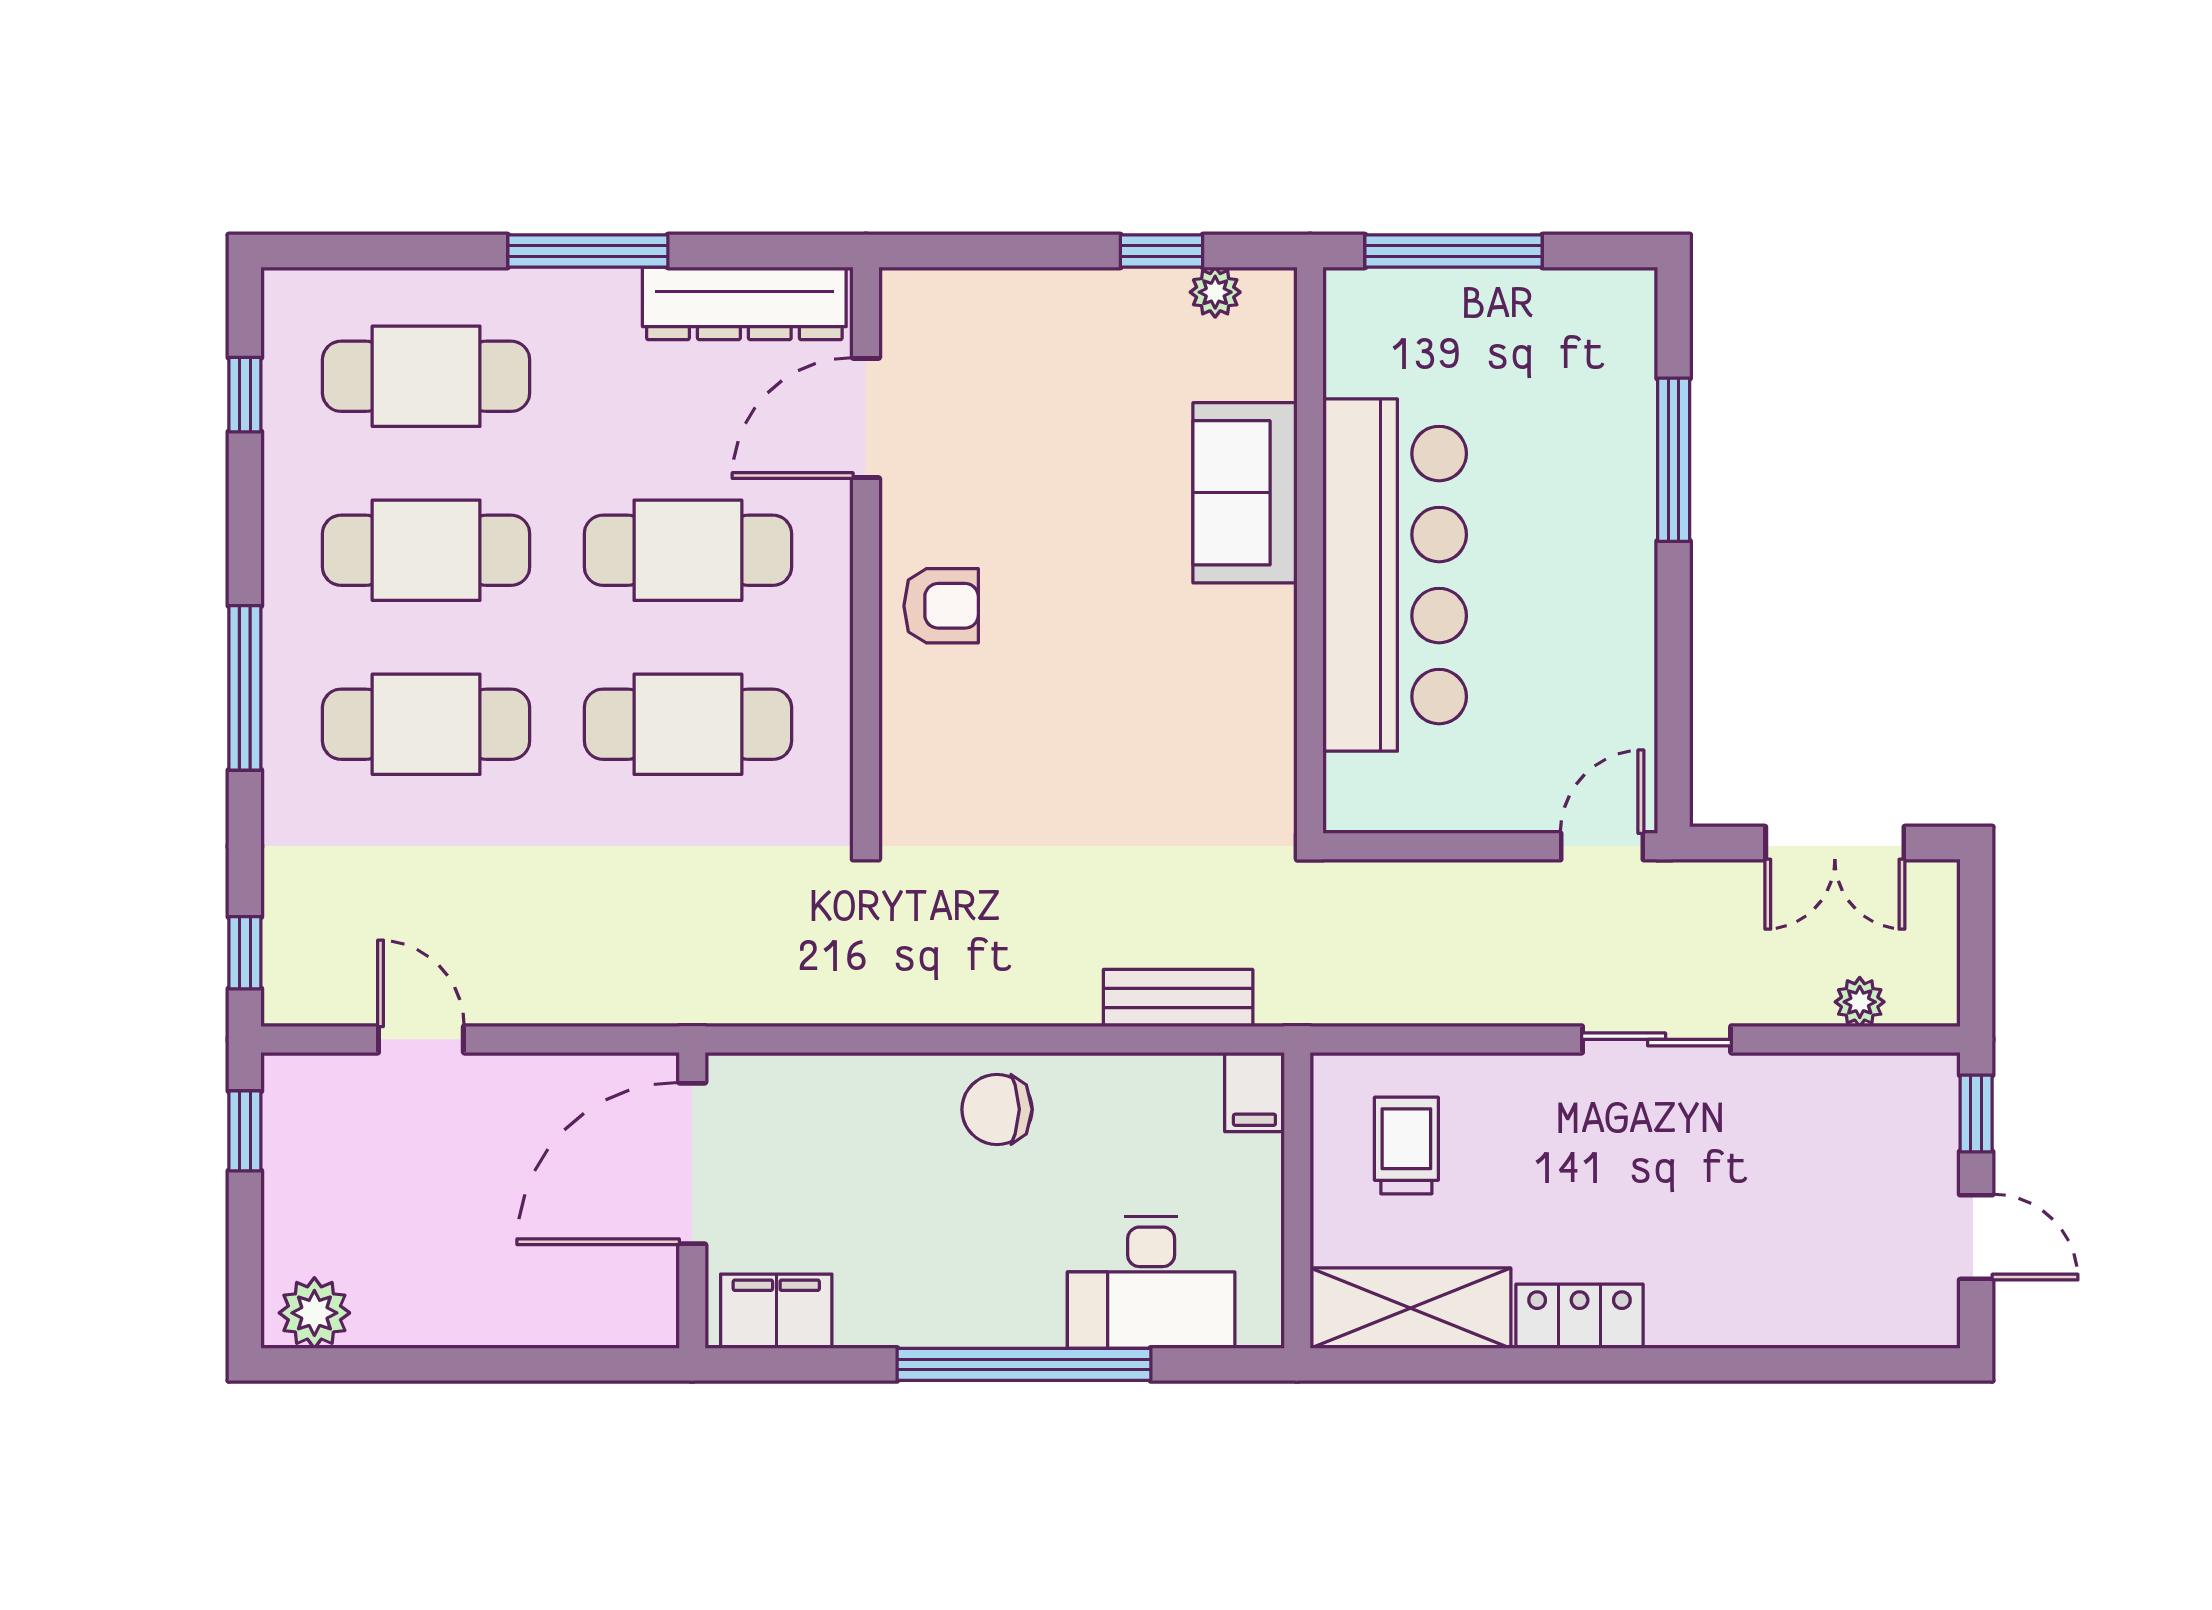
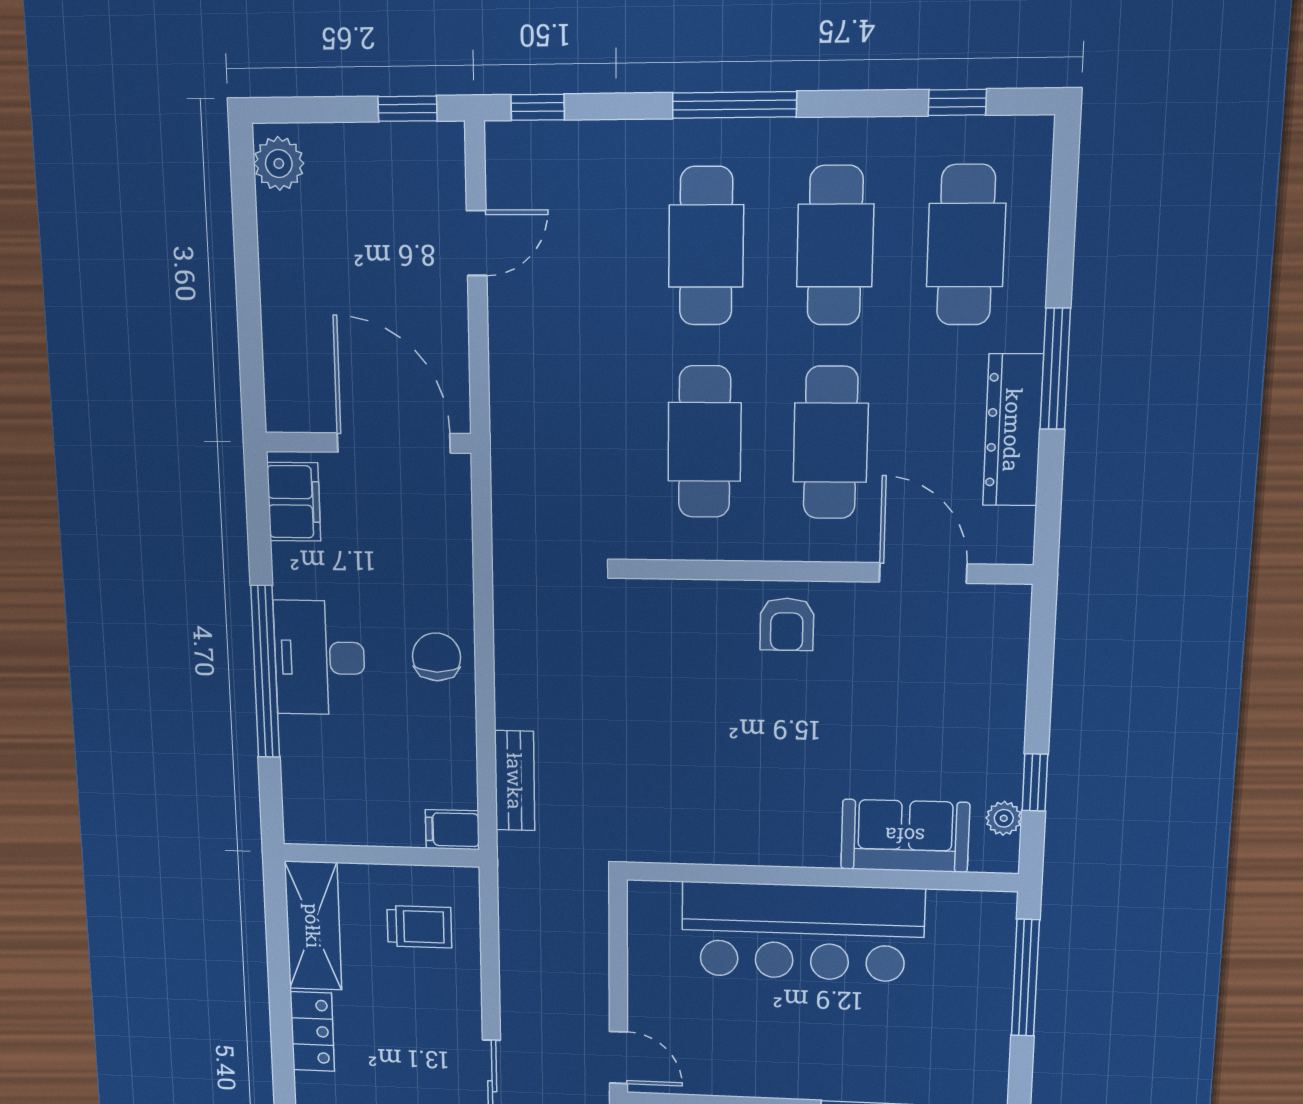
dresser: (744, 303) -> (1013, 430), moved
sofa: (1245, 493) -> (905, 836), moved
desk: (1151, 1282) -> (320, 658), moved

